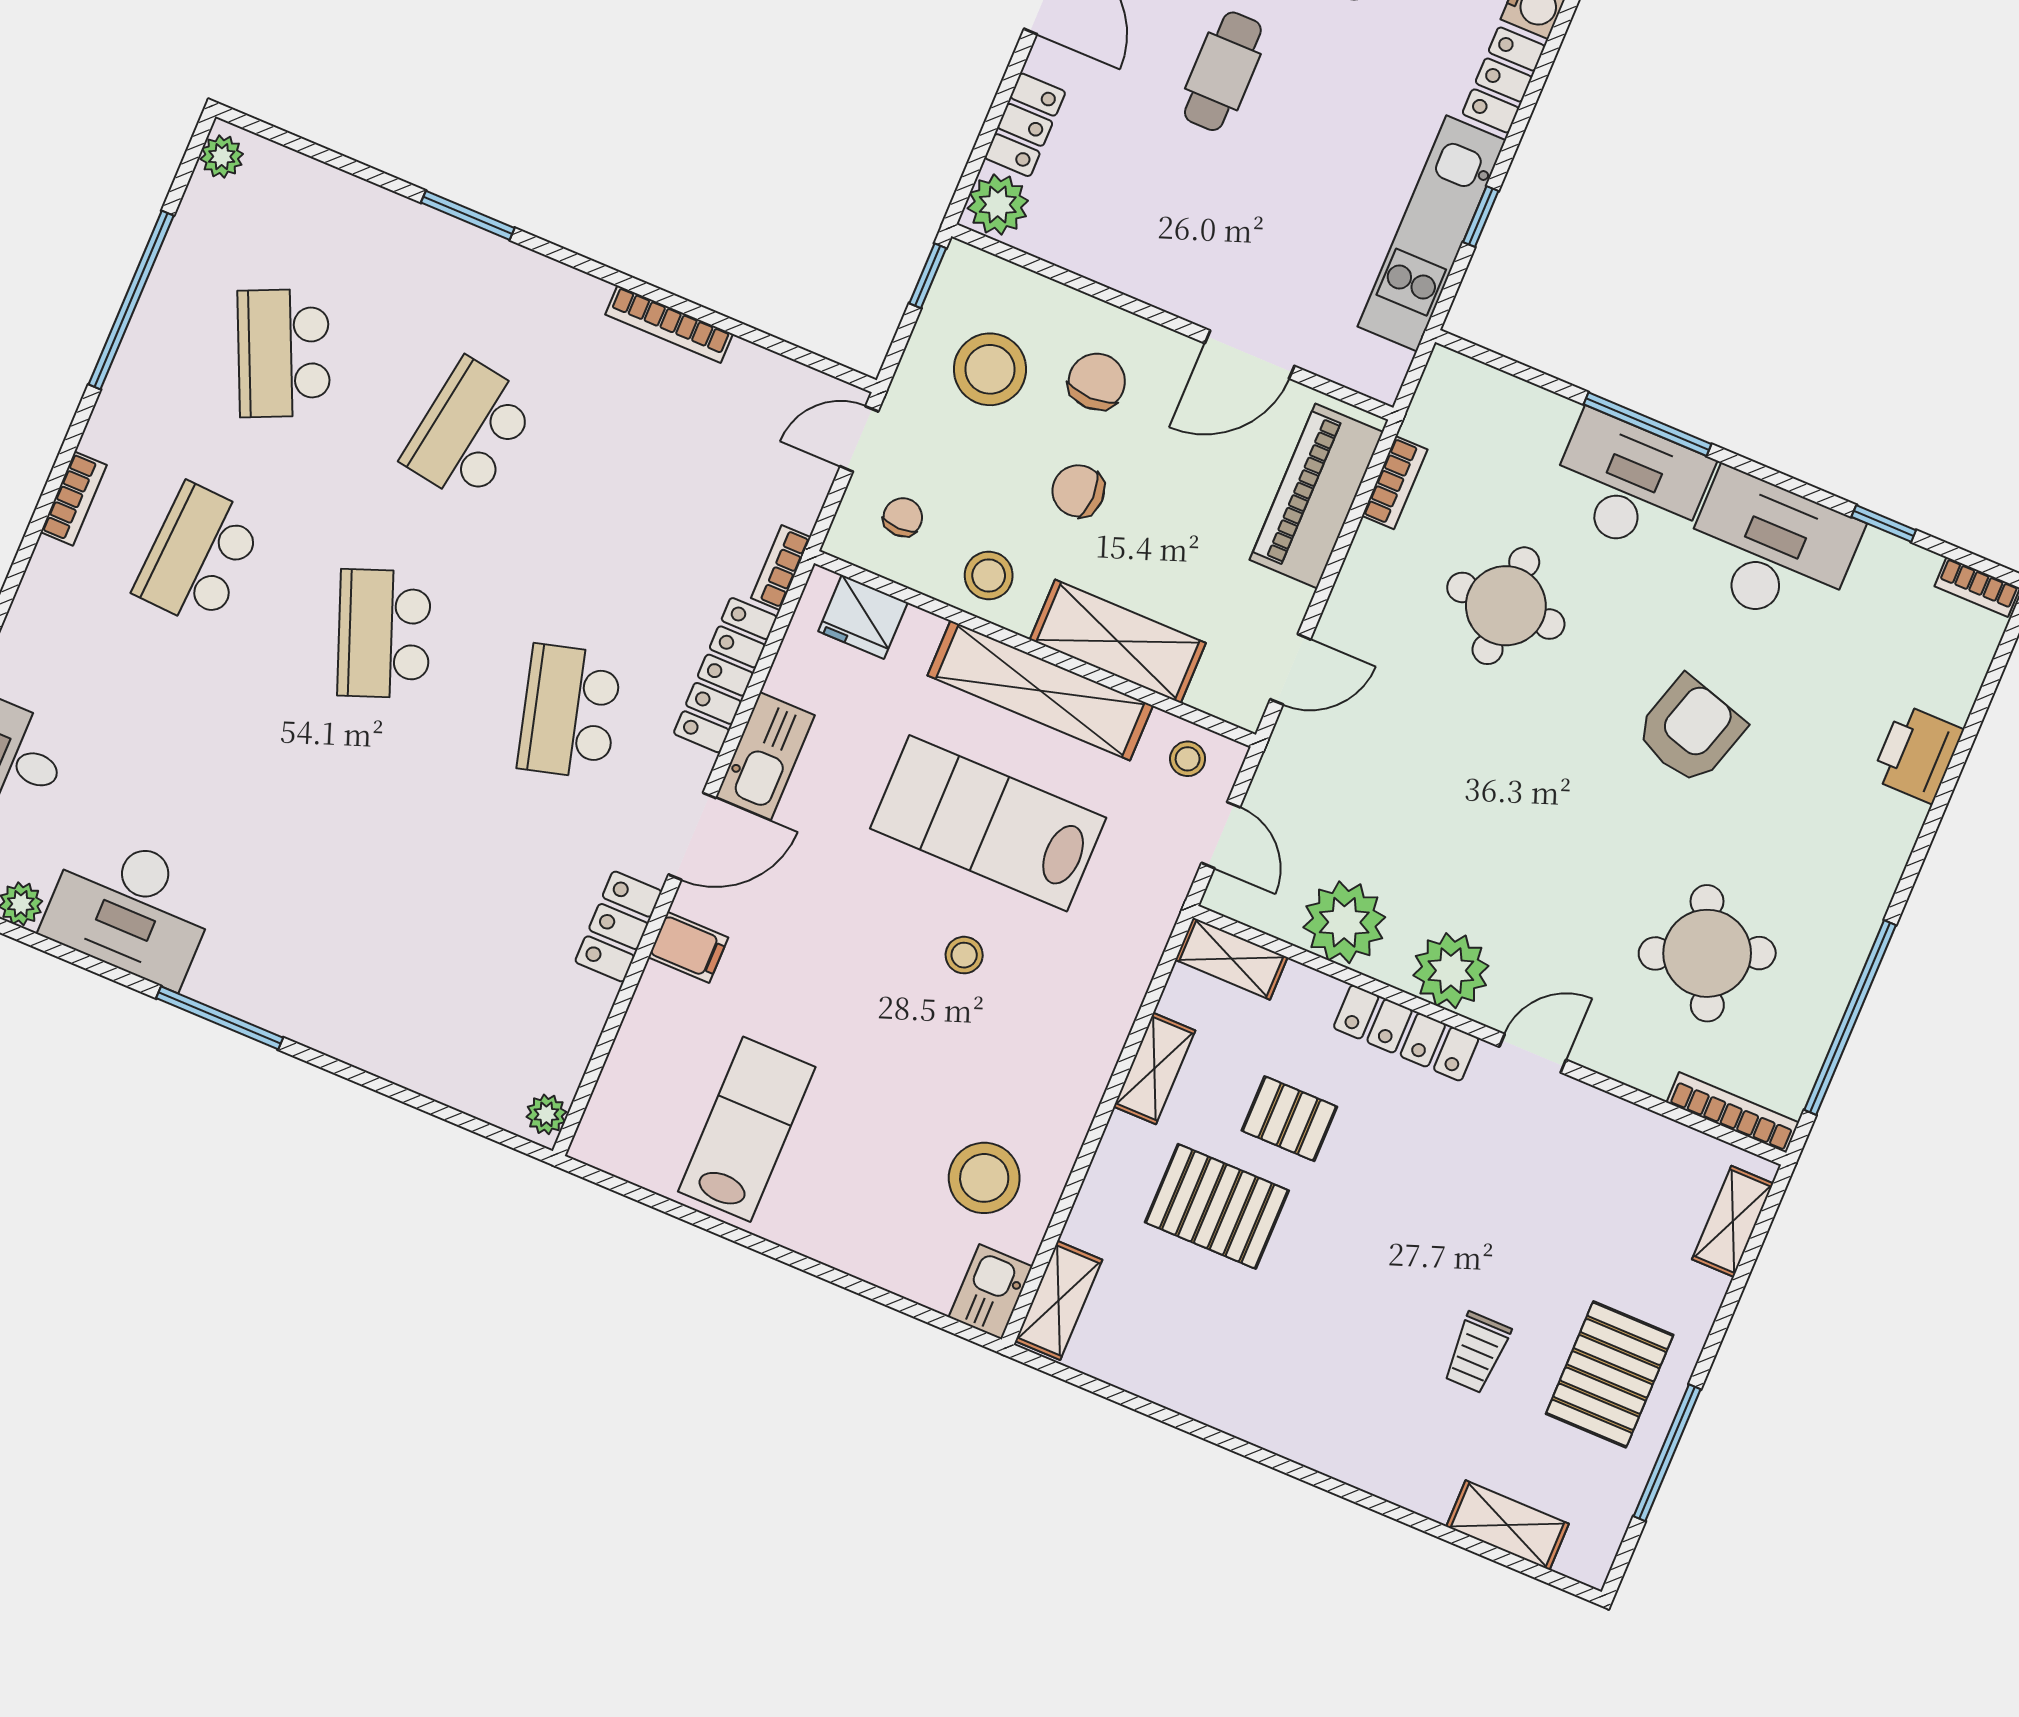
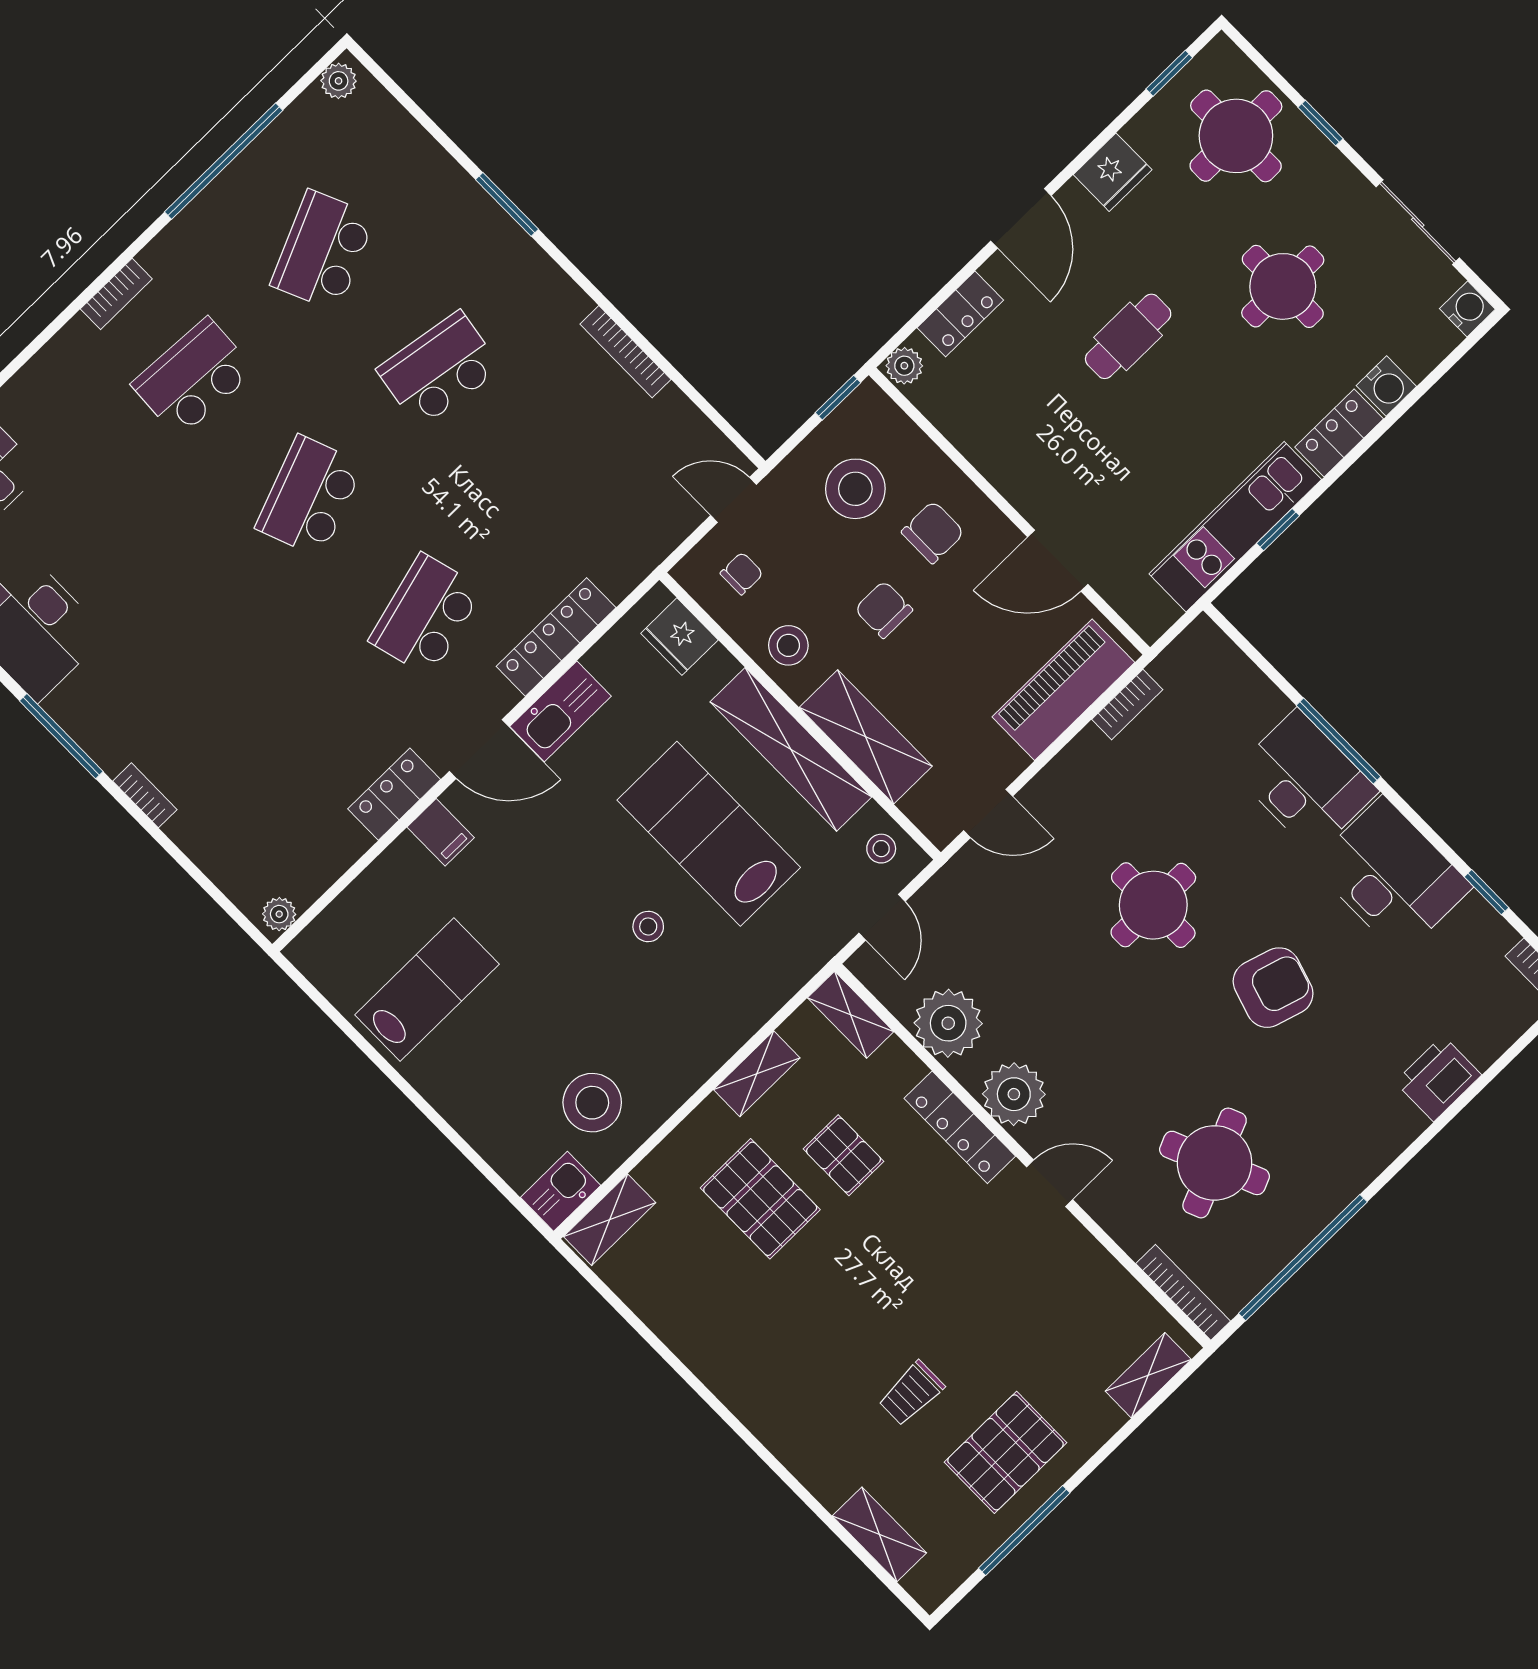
plant: (998, 204) -> (904, 366), width x0.73, depth x0.73
bookcase: (781, 568) -> (145, 795), moved, turned 90
round table: (1506, 606) -> (1153, 905), moved

